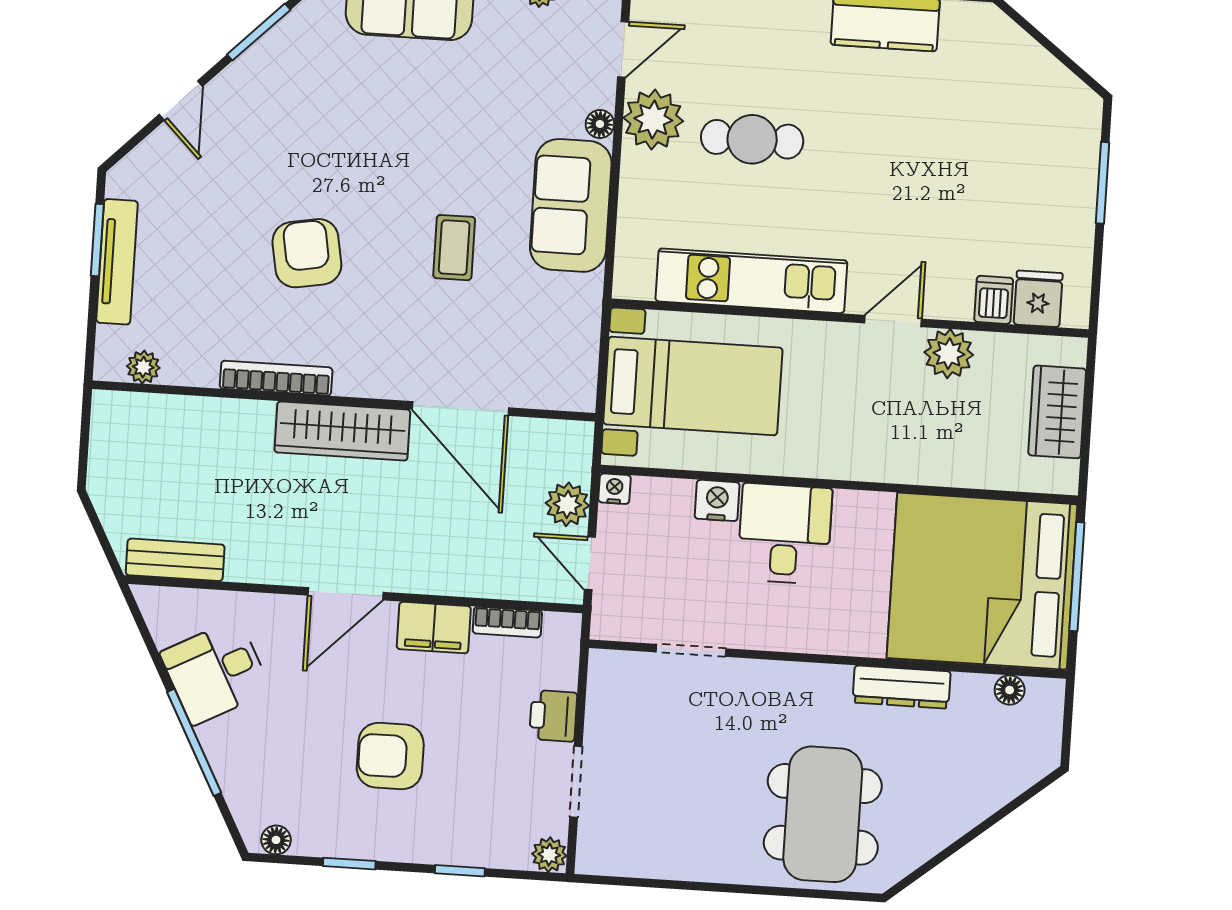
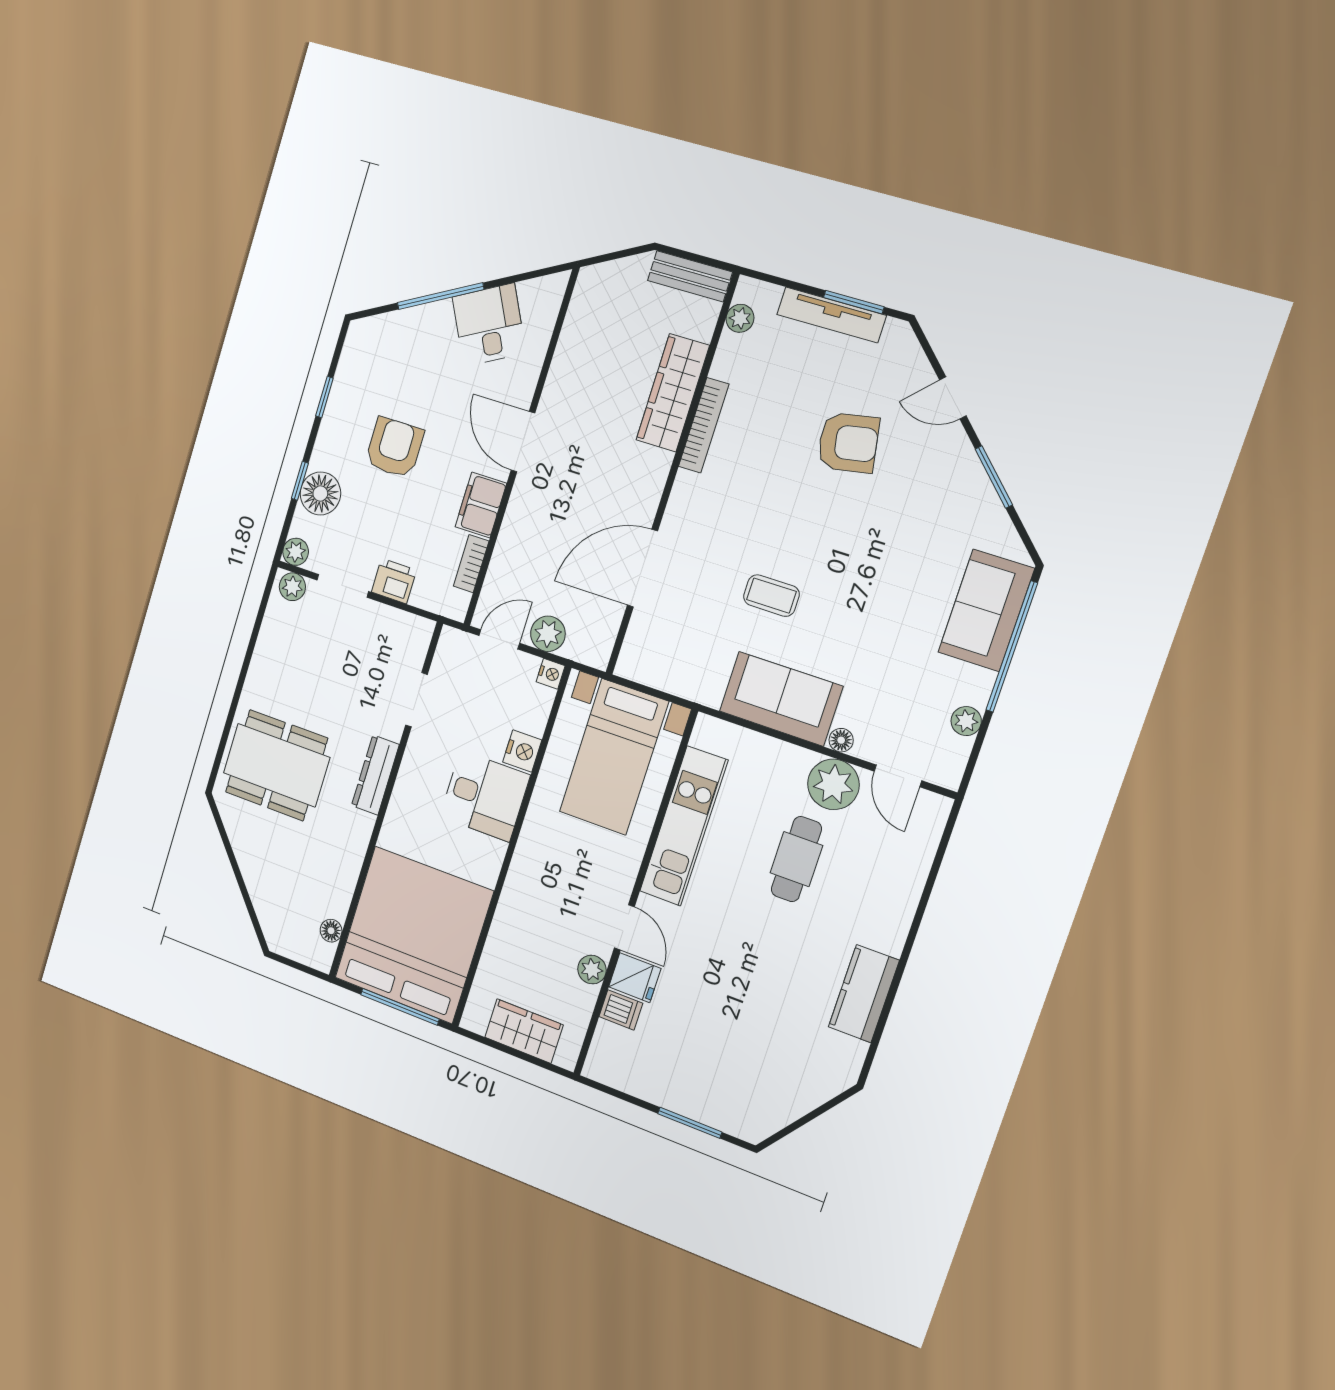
armchair: (307, 253) -> (848, 443), moved
fridge: (1038, 299) -> (635, 978), moved
plant: (949, 354) -> (592, 970), width x0.73, depth x0.73
wardrobe: (342, 431) -> (673, 393), moved
bench: (175, 560) -> (690, 276), moved, turned 90
dresser: (902, 687) -> (375, 775), moved
floor lamp: (276, 840) -> (320, 493), moved, width x1.89, depth x1.89
plant: (594, 848) -> (292, 587), added

